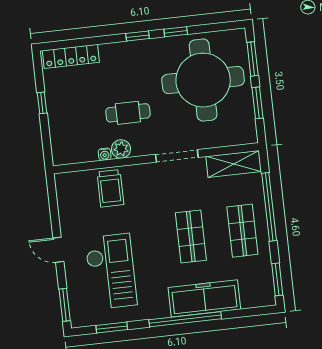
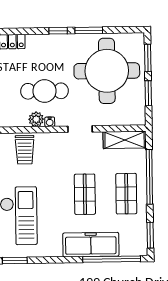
window: (176, 32) -> (89, 30), width x1.50
cafe table: (128, 113) -> (45, 91), width x1.37, depth x1.35
water cooler: (105, 154) -> (50, 122), moved
doorway: (177, 156) -> (80, 129), width x0.73
window: (185, 319) -> (112, 259), moved

